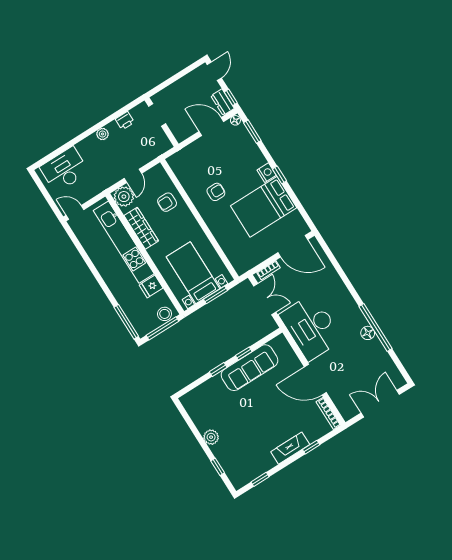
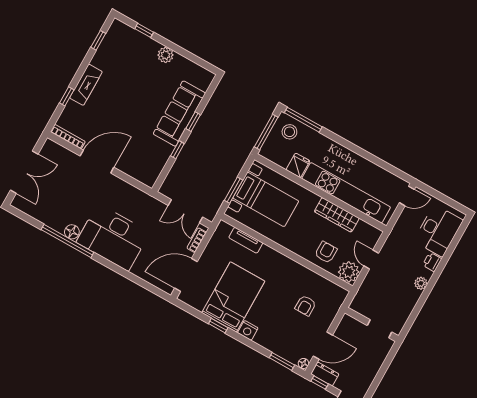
printer: (125, 121) -> (432, 262), moved
window: (279, 175) -> (218, 326), moved
armchair: (216, 192) -> (306, 306), moved
plant: (124, 197) -> (349, 272), moved
tv unit: (228, 248) -> (246, 240), added
stool: (165, 314) -> (289, 132), moved
desk: (311, 327) -> (113, 237), moved, turned 180
sofa: (250, 368) -> (179, 114), moved

